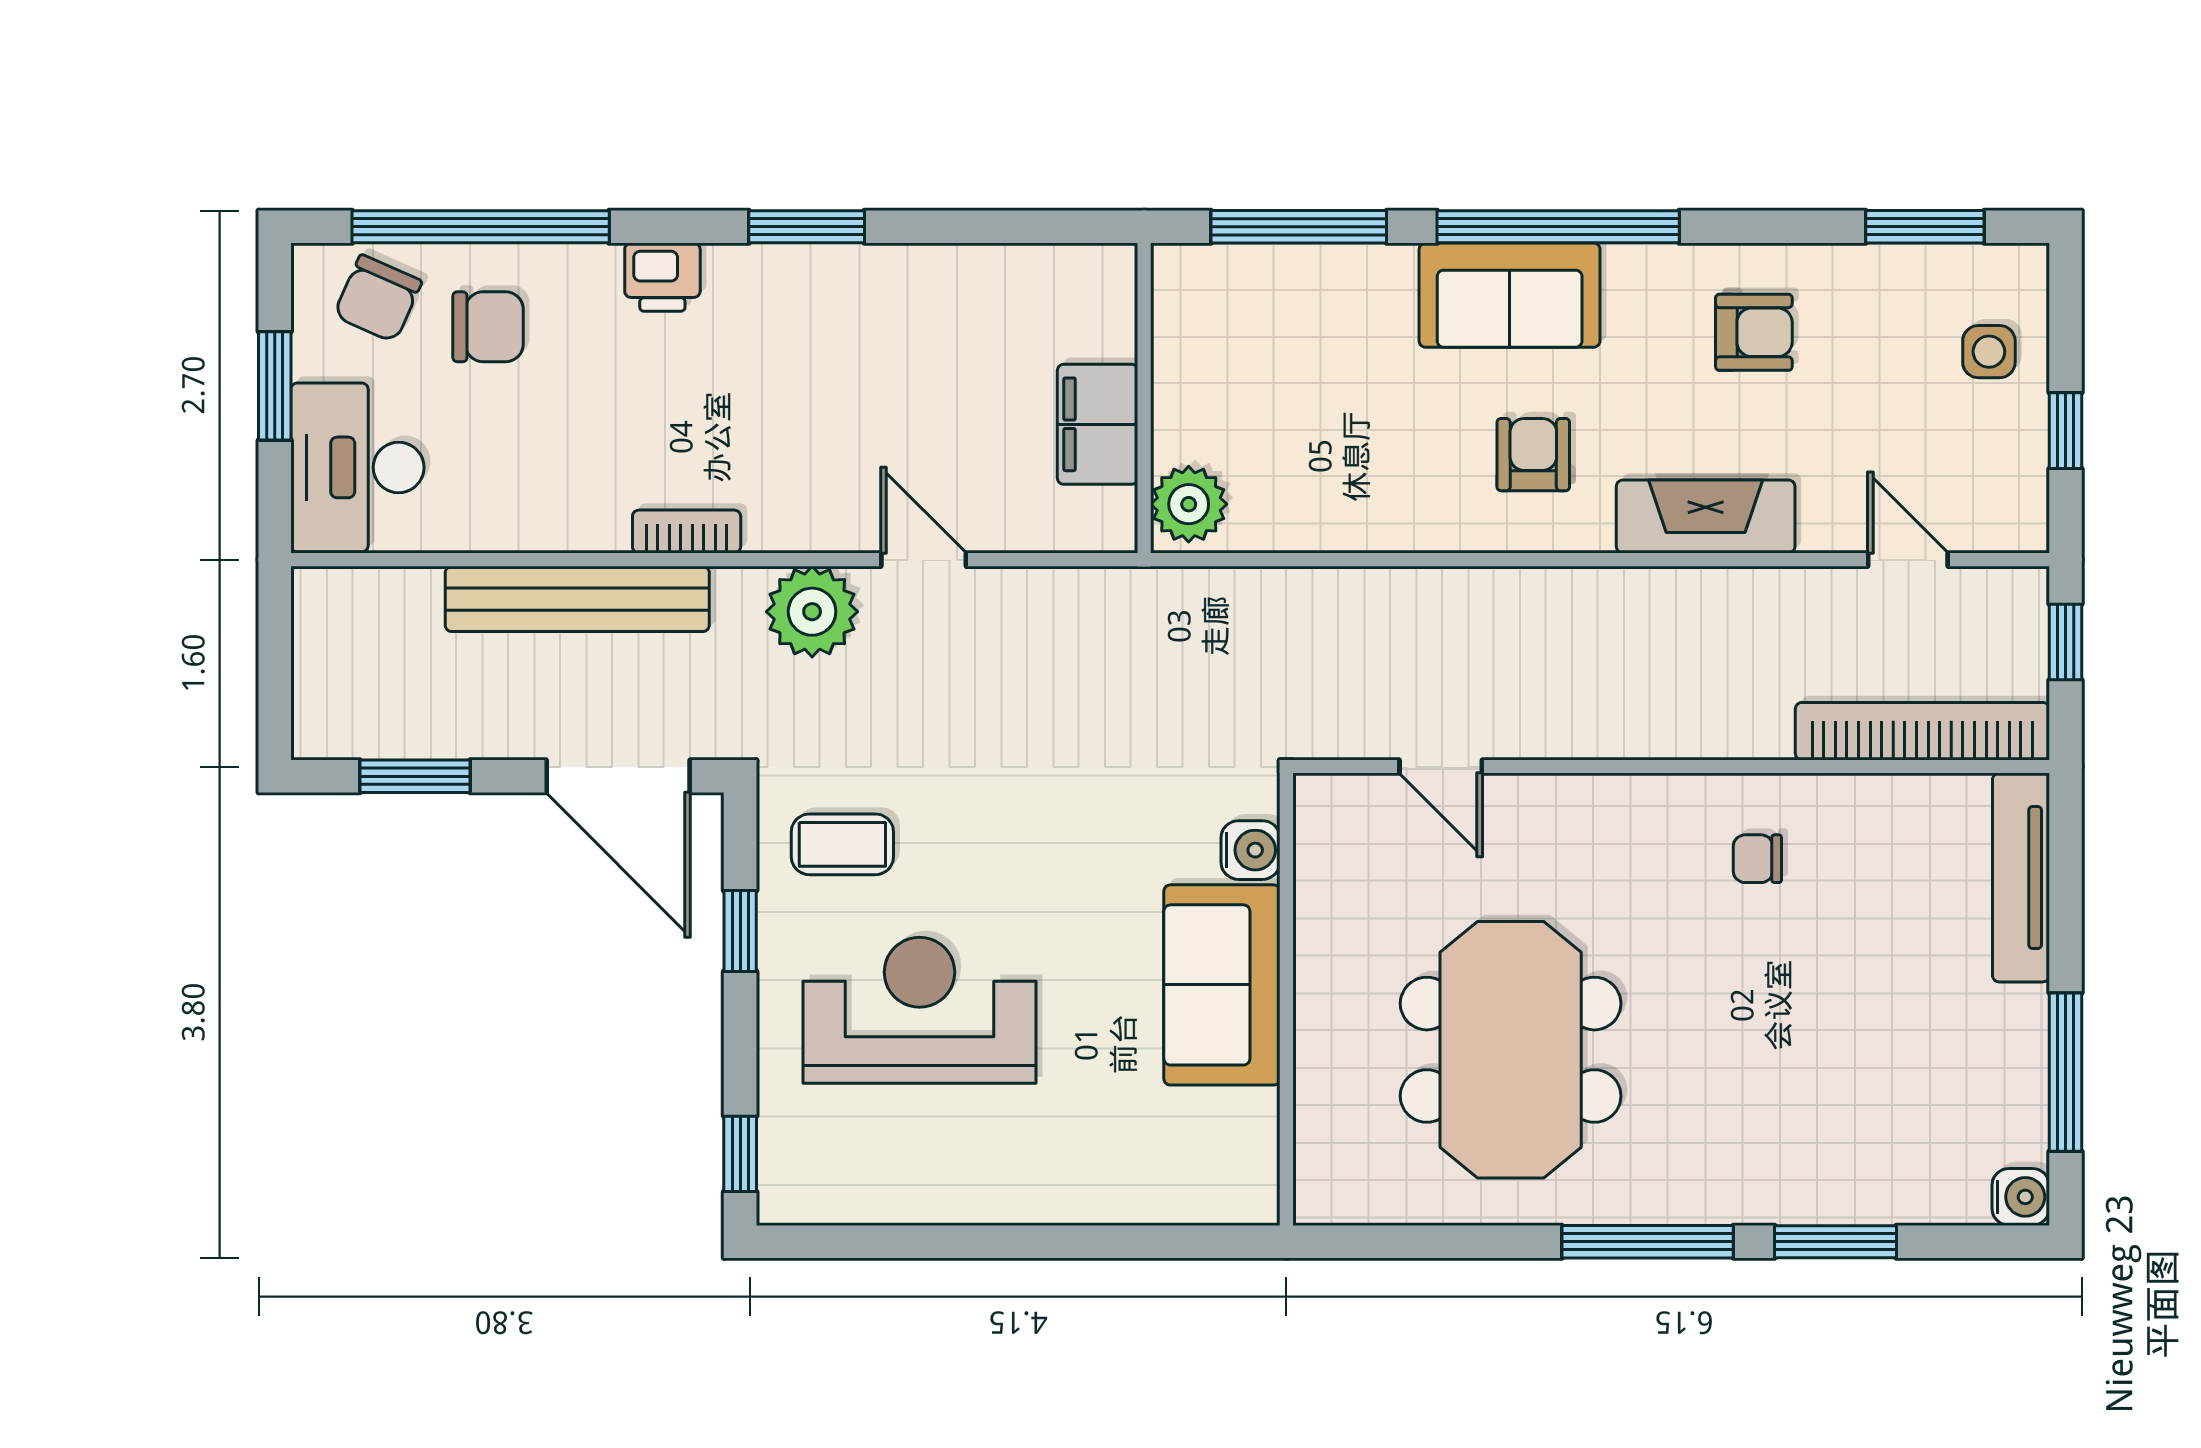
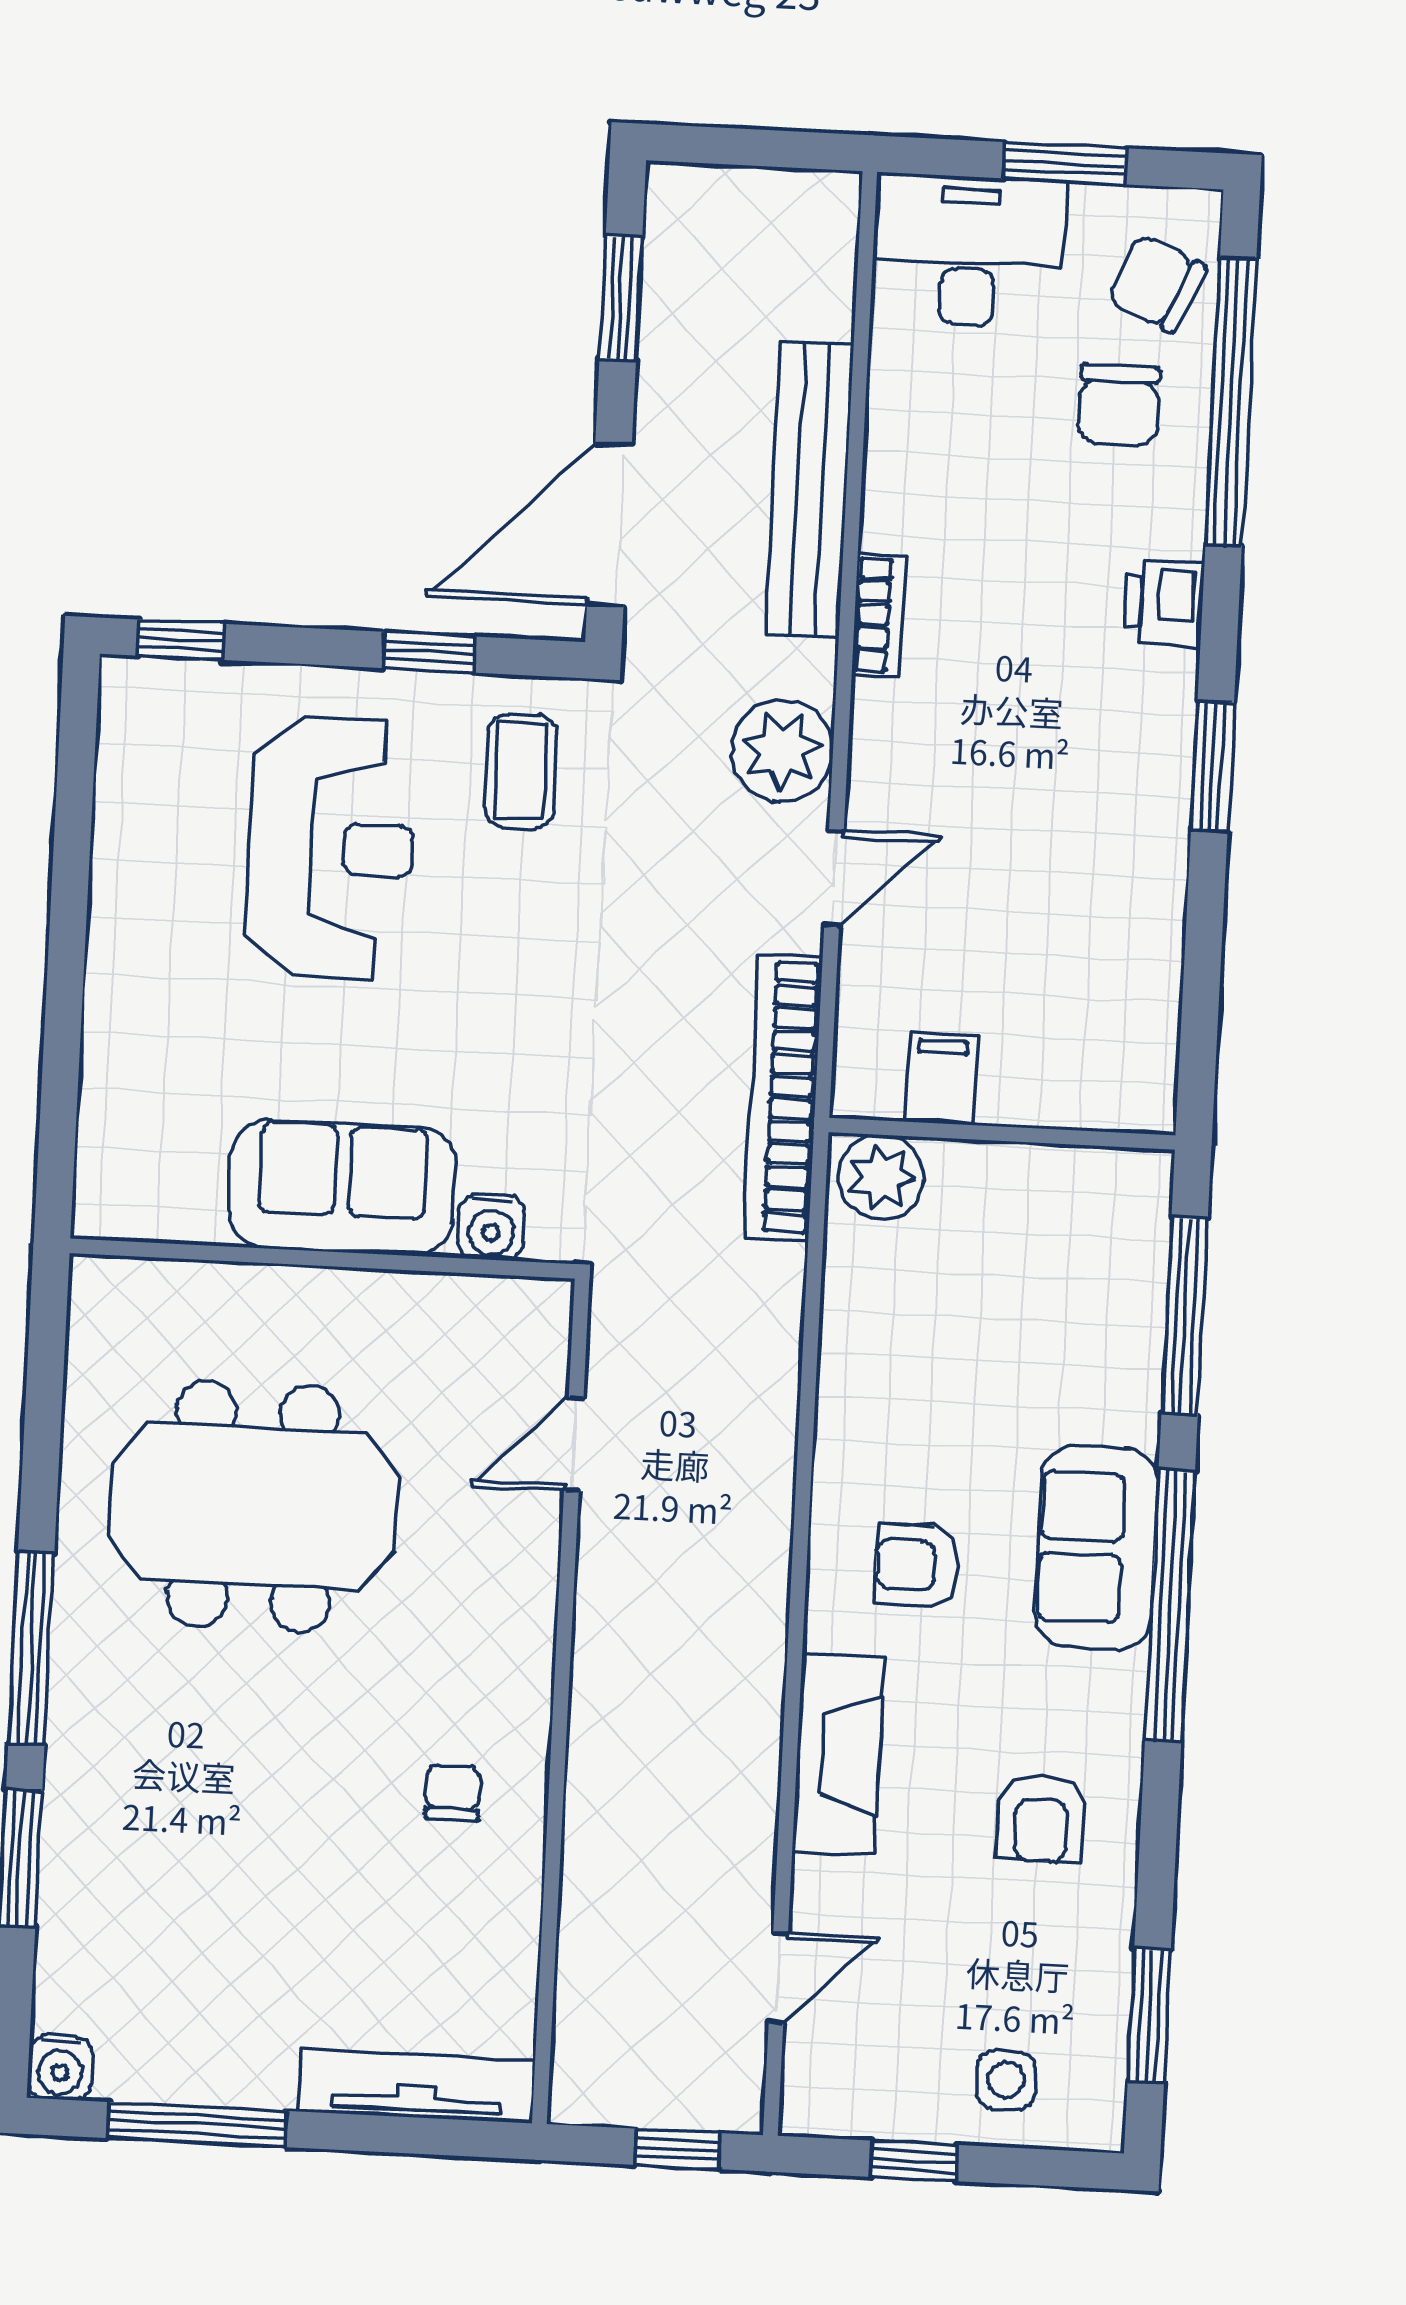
filing cabinet: (1098, 424) -> (942, 1079), width x0.50
armchair: (1533, 455) -> (917, 1565), turned 180
bookcase: (1922, 731) -> (783, 1097), moved, turned 180

